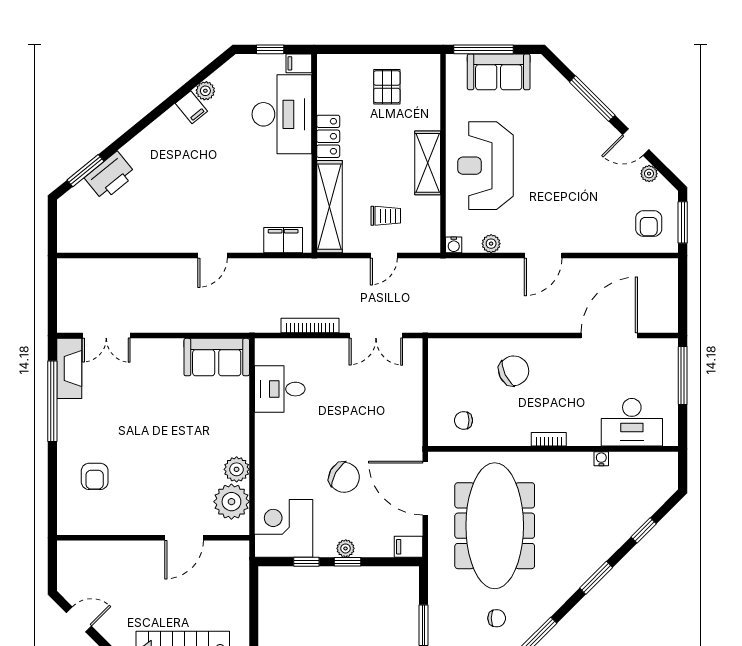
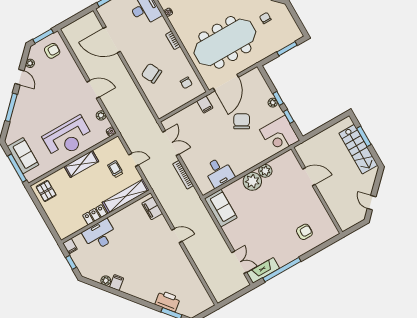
pallet: (387, 87) -> (46, 191), moved, turned 90
desk: (282, 114) -> (100, 235), width x0.73, depth x0.77
plant: (231, 502) -> (252, 181), moved
filing cabinet: (409, 547) -> (205, 105), moved

